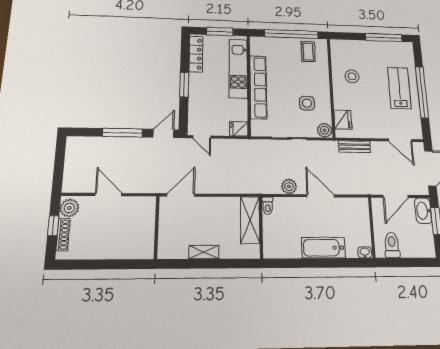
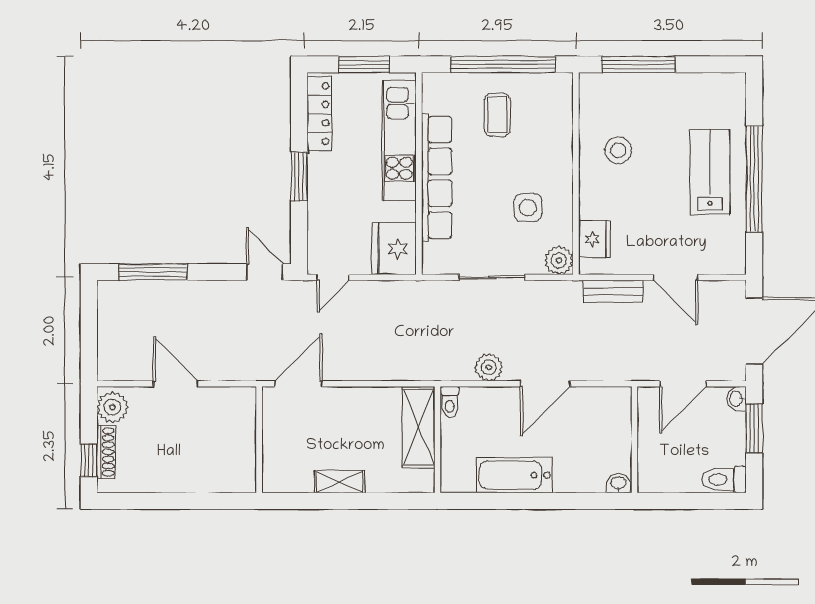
window: (384, 38) -> (638, 64), moved
coffee table: (308, 51) -> (497, 115), moved
fridge: (239, 129) -> (394, 249), width x1.88, depth x1.34
window: (122, 133) -> (153, 272), moved
door: (163, 133) -> (265, 272), hinge flipped
door: (202, 137) -> (333, 277), hinge flipped
door: (400, 140) -> (676, 277), moved
door: (321, 196) -> (545, 384), swing flipped
washbasin: (423, 211) -> (736, 399), width x0.52, depth x0.69
window: (53, 226) -> (89, 460), moved
toilet: (392, 245) -> (724, 480), moved, turned -90
bathtub: (323, 248) -> (514, 475), moved

